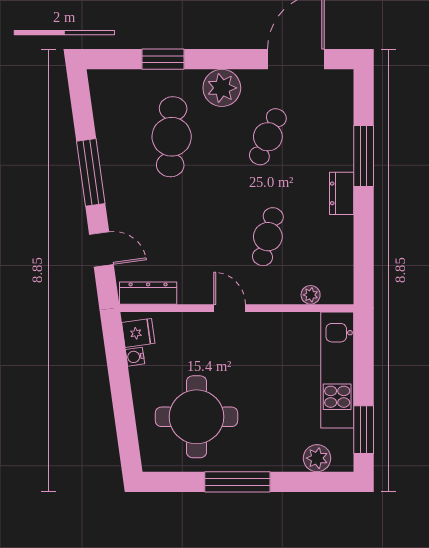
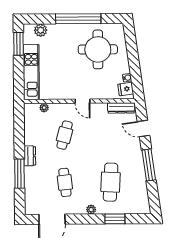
plant: (222, 88) -> (91, 210), width x0.53, depth x0.53
cafe table: (268, 137) -> (65, 182), turned -30
window: (237, 482) -> (78, 19), width x1.46

